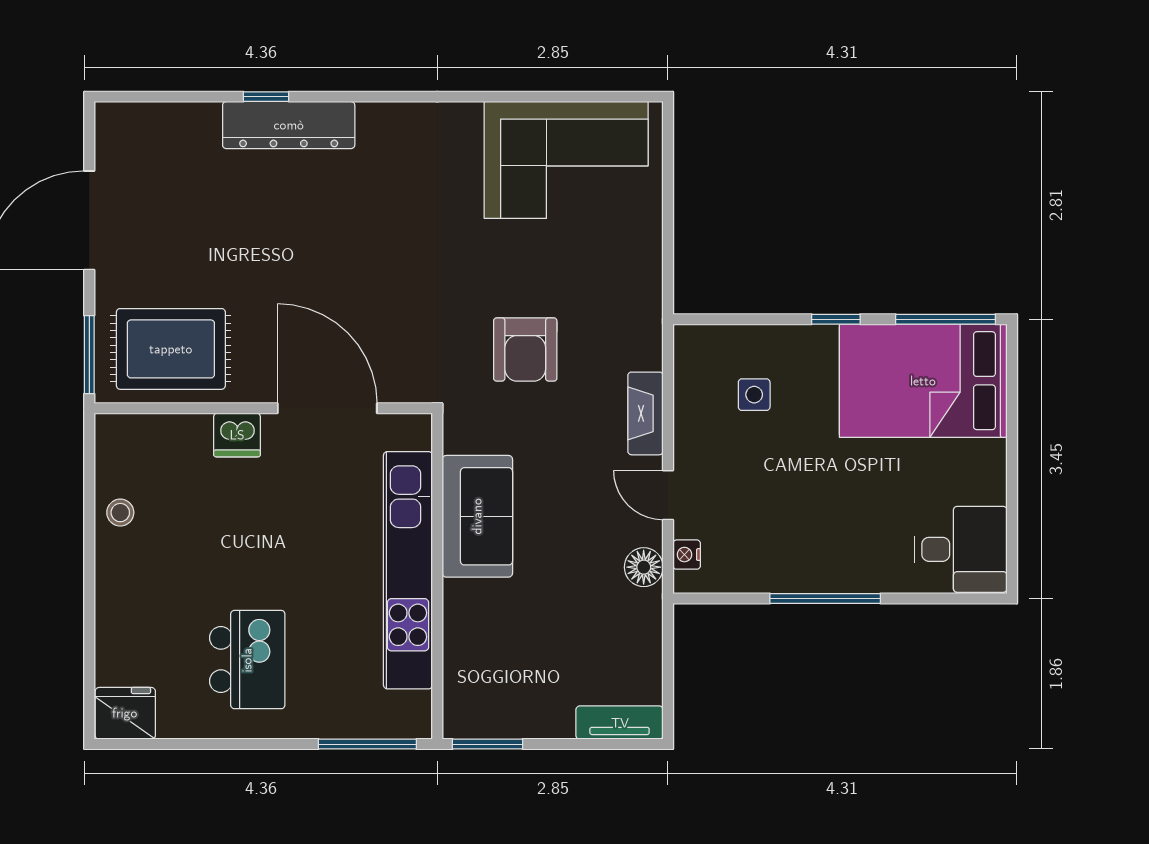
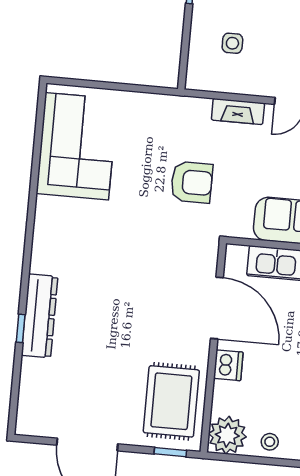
window: (89, 355) -> (170, 452), width x0.67
door: (327, 408) -> (217, 308), swing flipped
plant: (125, 444) -> (227, 435), added

